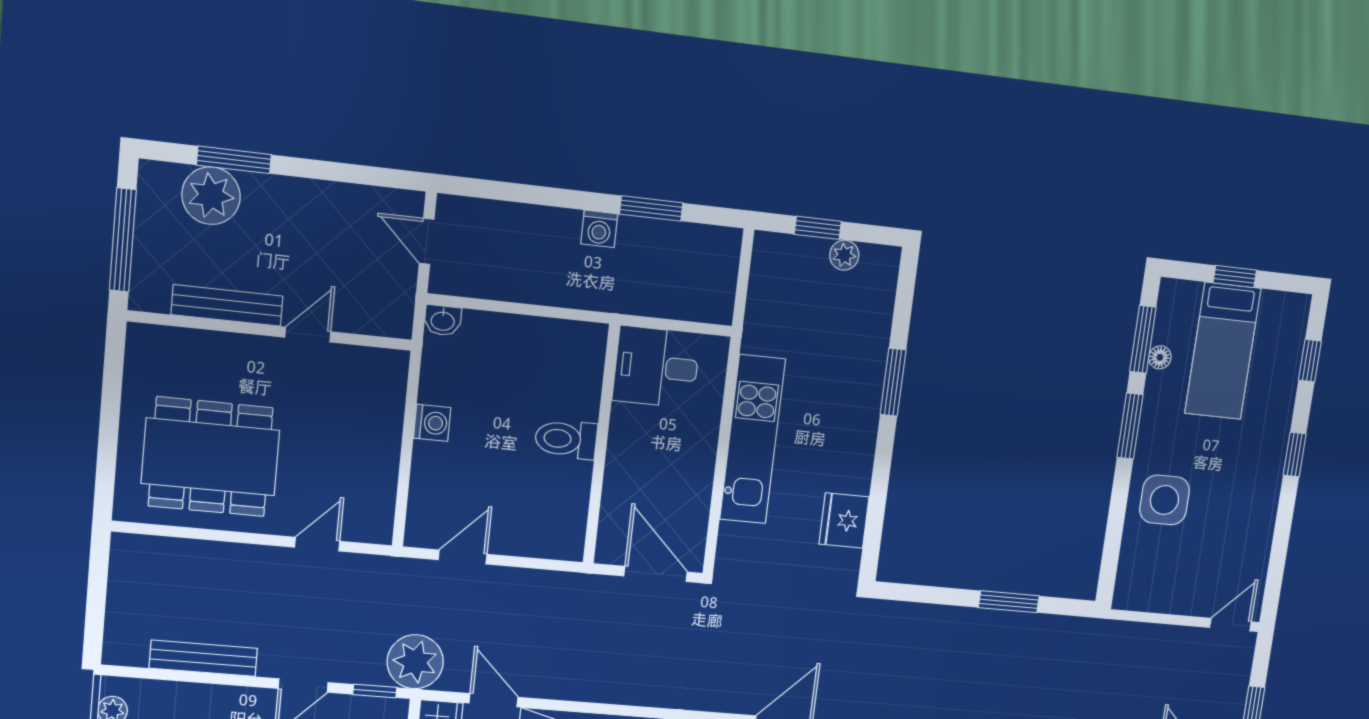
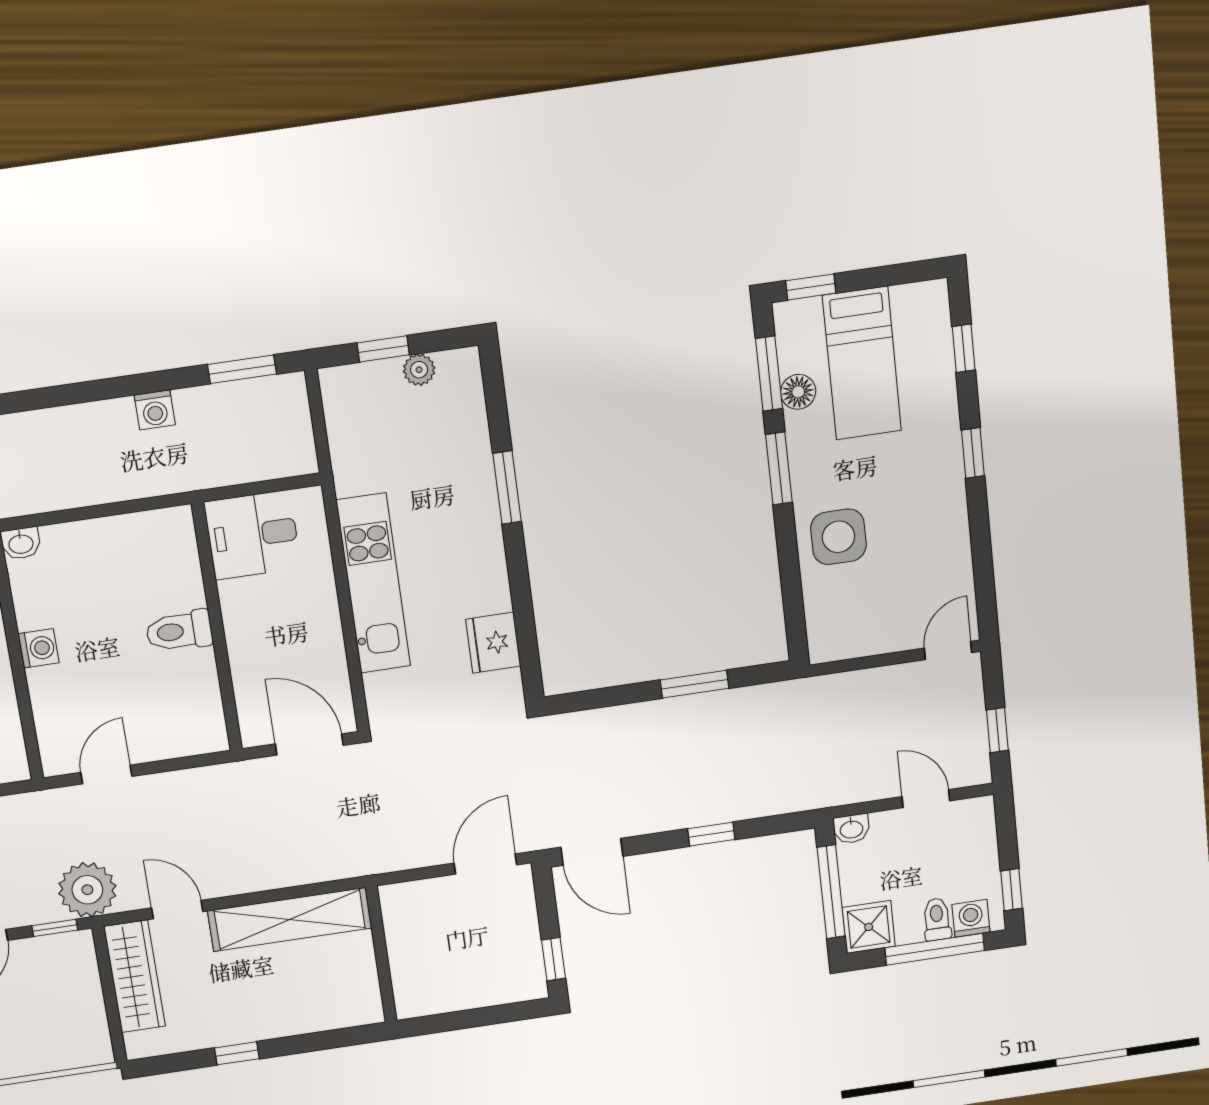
window: (651, 208) -> (242, 369), moved
window: (1235, 276) -> (811, 287), moved
floor lamp: (1160, 357) -> (798, 392), width x1.37, depth x1.37

